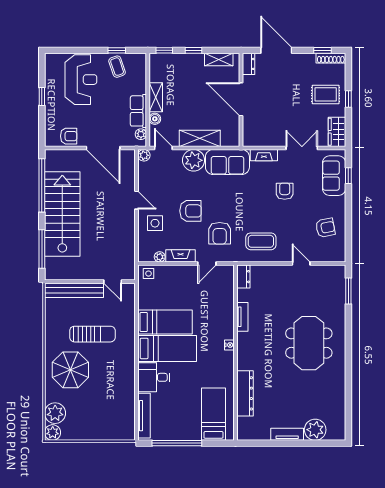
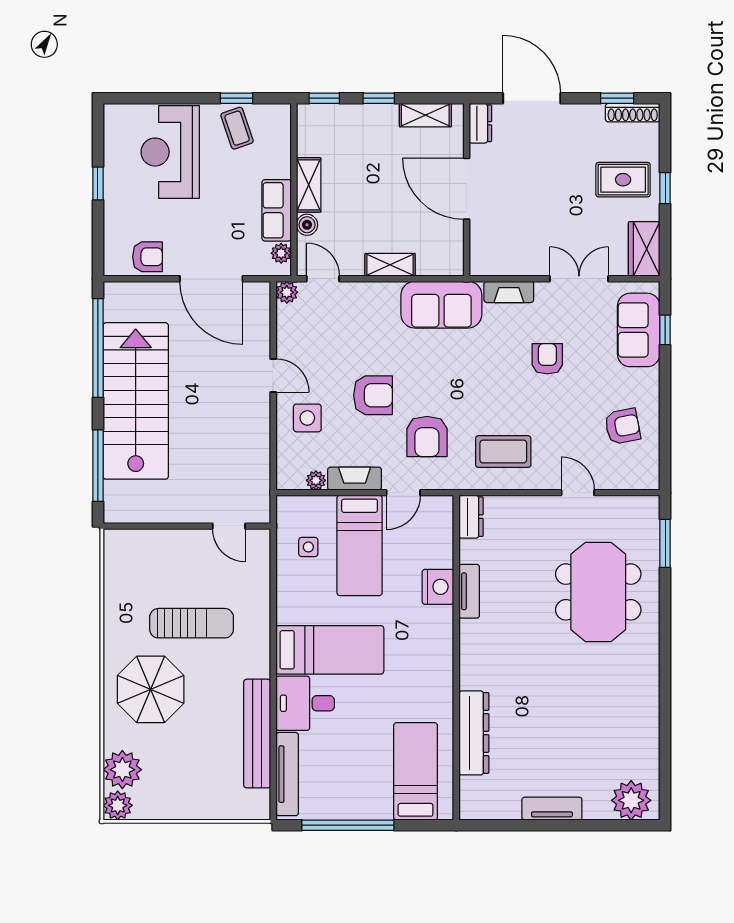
reception desk: (81, 80) -> (170, 152), turned 180
shelving: (200, 138) -> (390, 265), width x0.67, depth x0.75
plant: (194, 160) -> (379, 302), removed
side table: (148, 274) -> (308, 547), moved
bench: (74, 290) -> (257, 734), moved, turned 90
bed: (165, 322) -> (360, 545), moved, turned 90
meeting table: (309, 343) -> (598, 592), moved
nightstand: (229, 345) -> (438, 587), moved, width x1.89, depth x1.79
plant: (315, 430) -> (631, 800), moved

